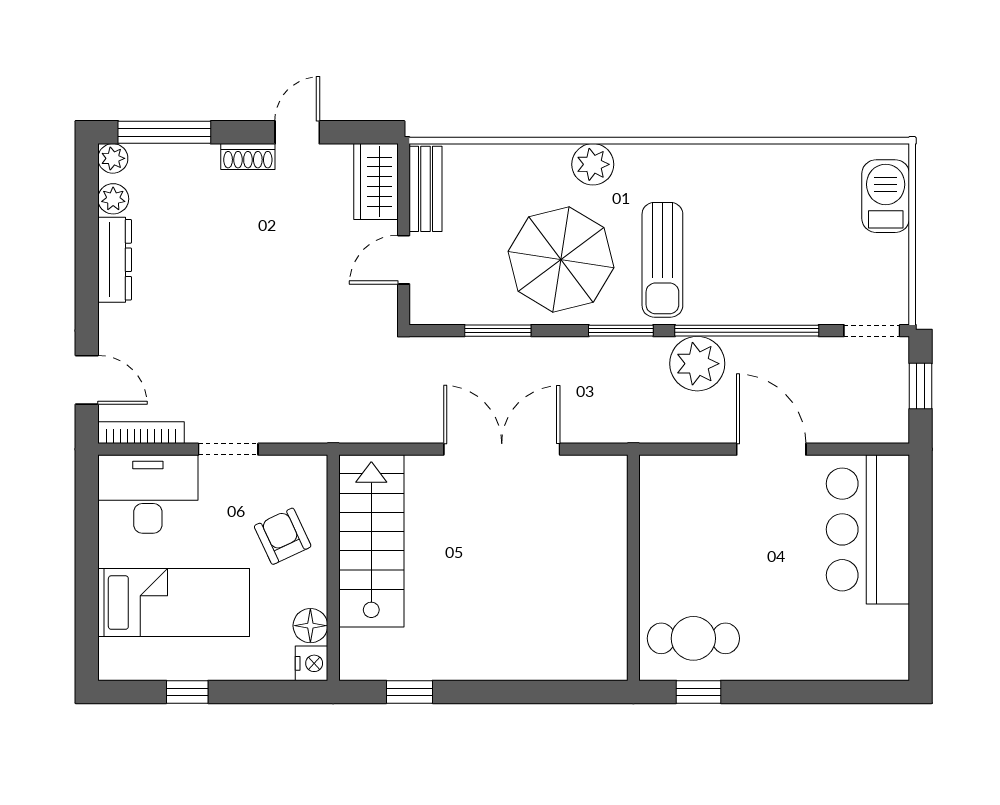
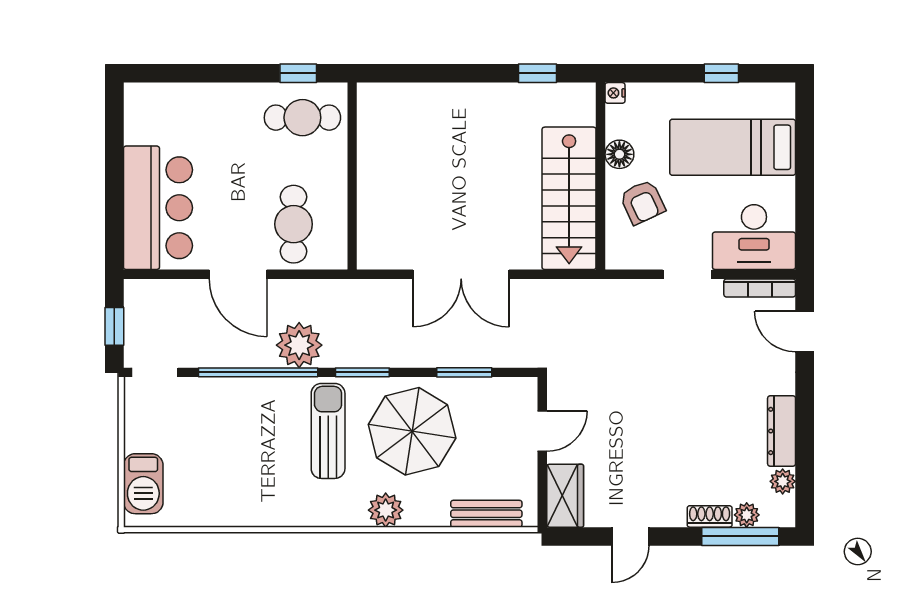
shoe rack: (248, 157) -> (710, 516), moved
plant: (113, 158) -> (747, 515), moved
bench: (425, 189) -> (486, 514), moved, turned 90
cafe table: (704, 510) -> (294, 224), added
floor lamp: (310, 626) -> (619, 154), moved
nightstand: (312, 663) -> (615, 93), width x0.72, depth x0.74

